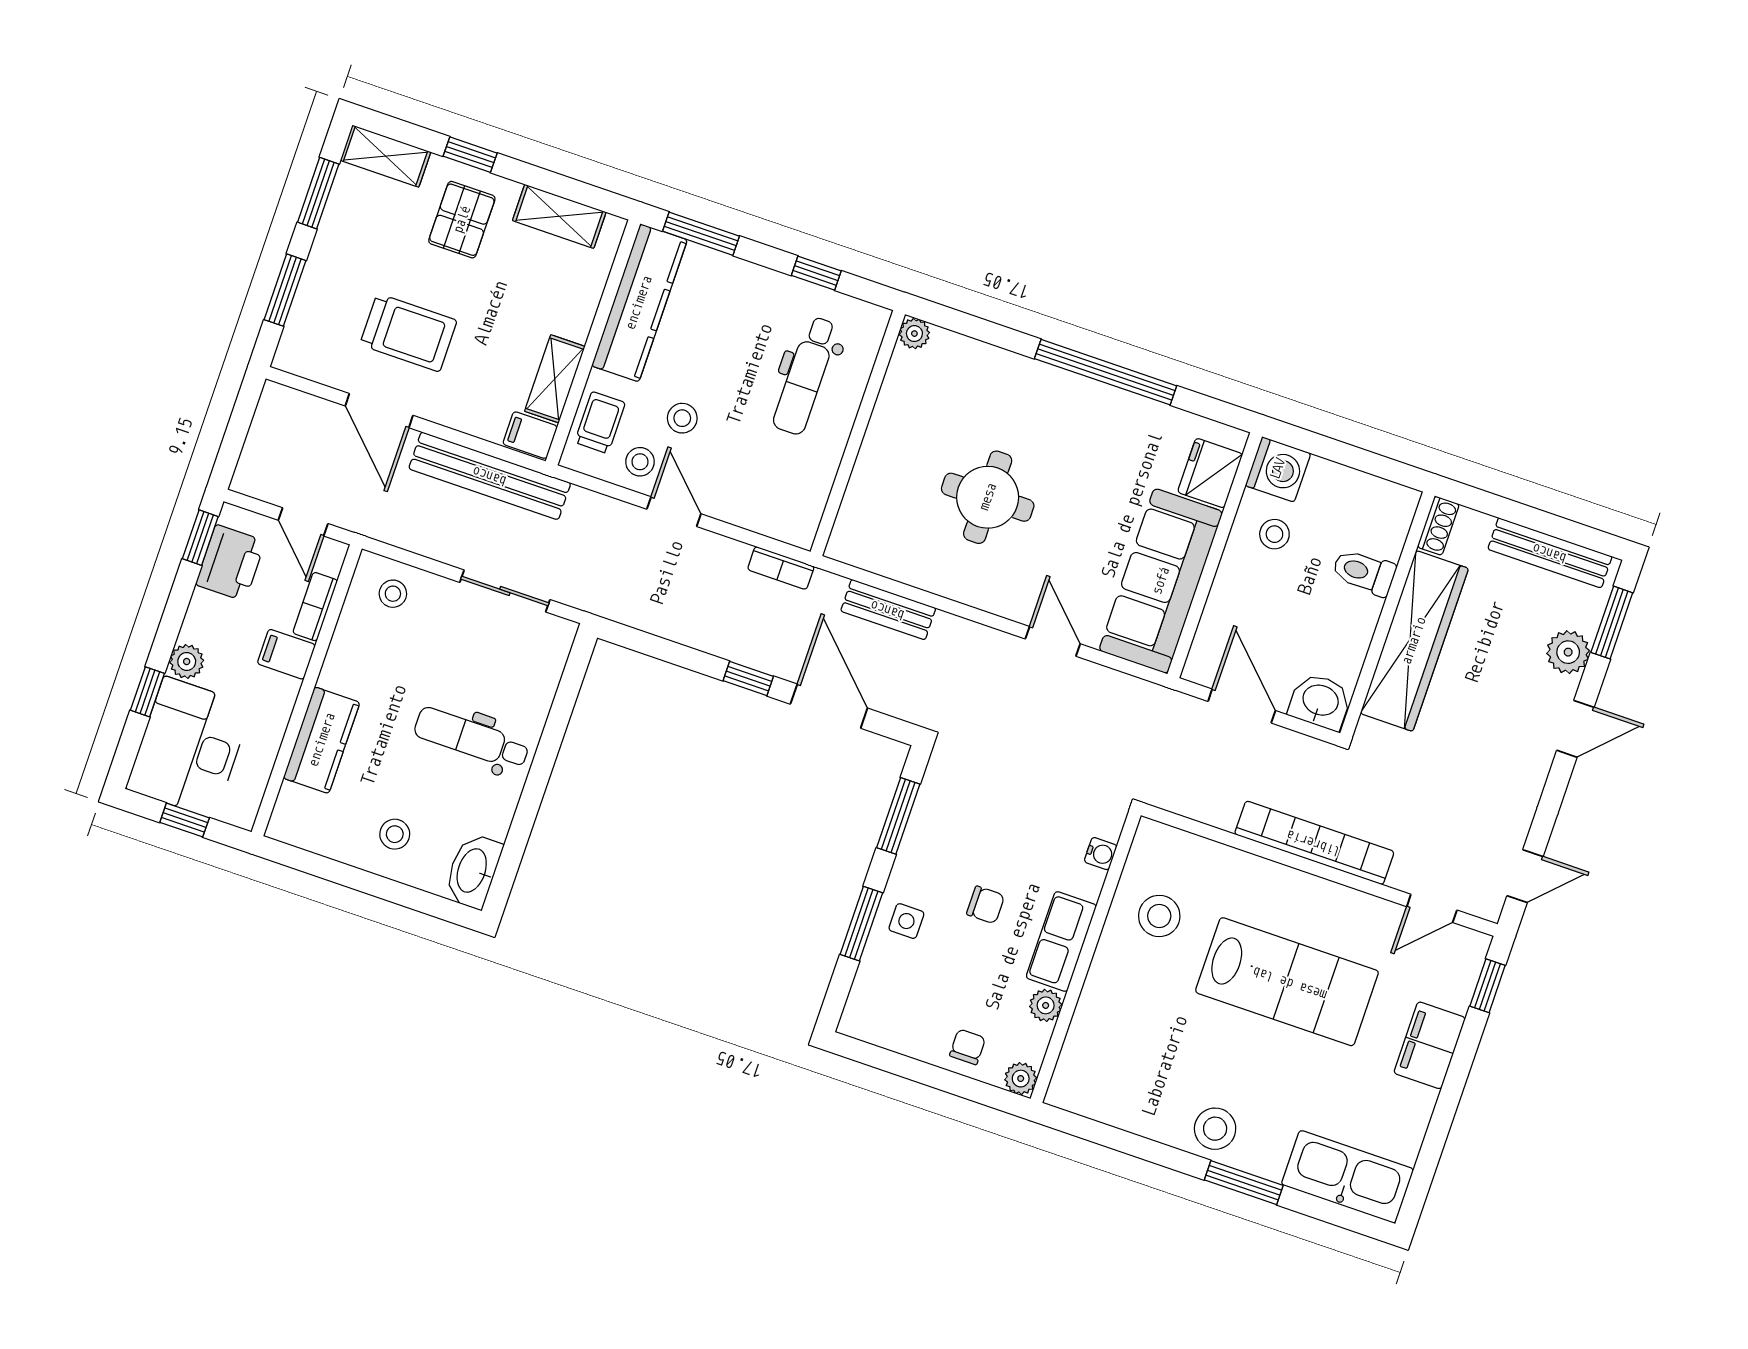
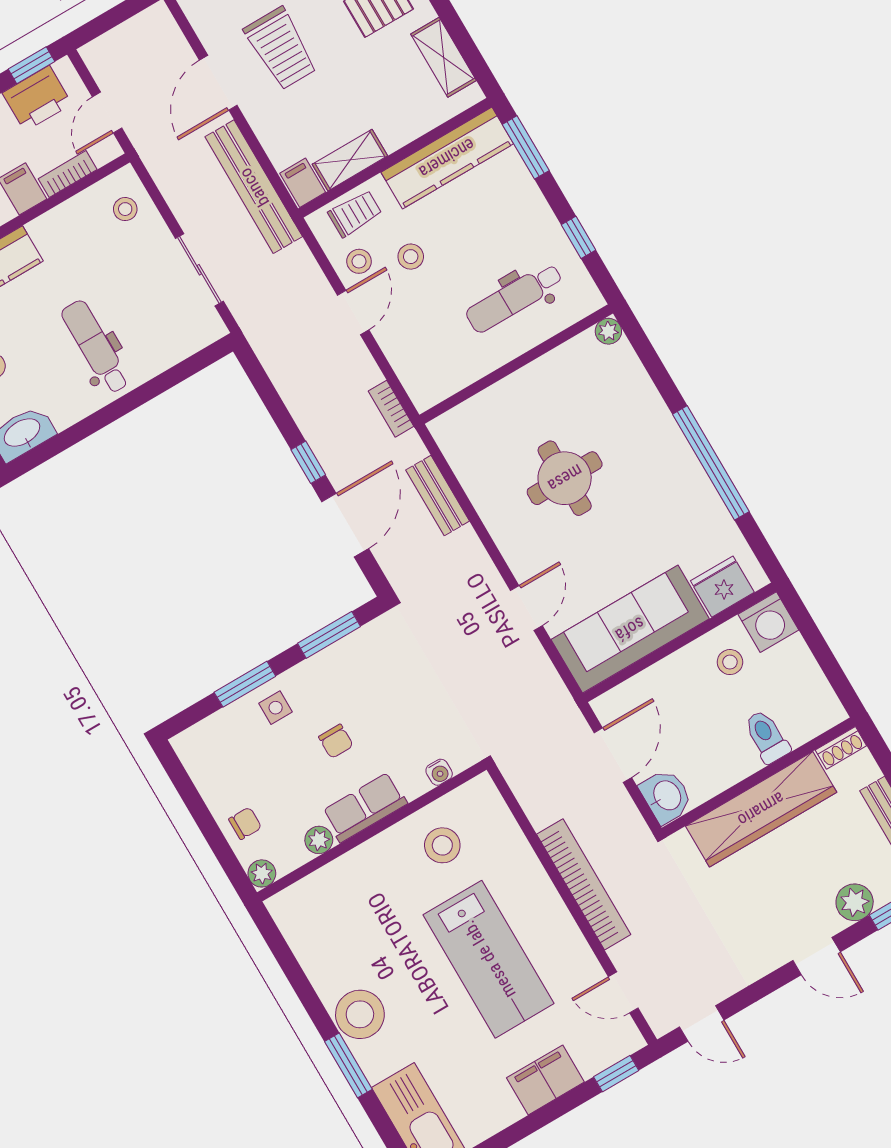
stool: (1215, 1129) -> (360, 1014), width x1.38, depth x1.38

